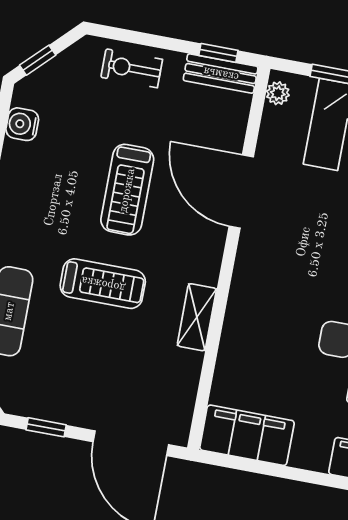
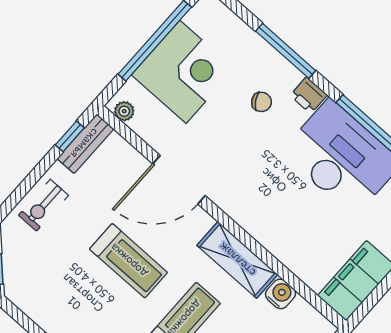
water cooler: (22, 124) -> (281, 294), moved, turned 180
shelving: (197, 317) -> (237, 260), width x1.50, depth x1.33

